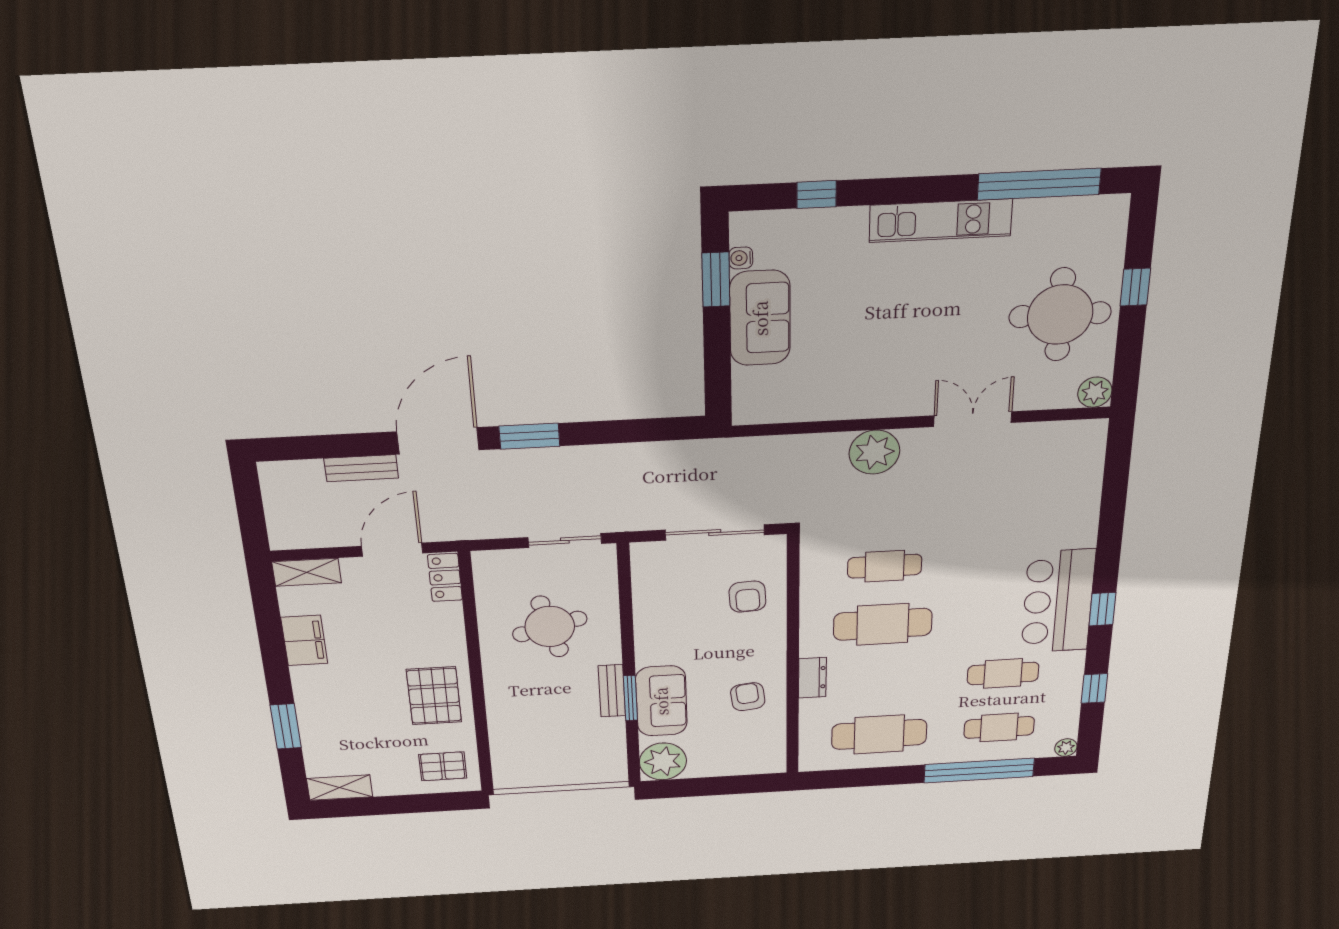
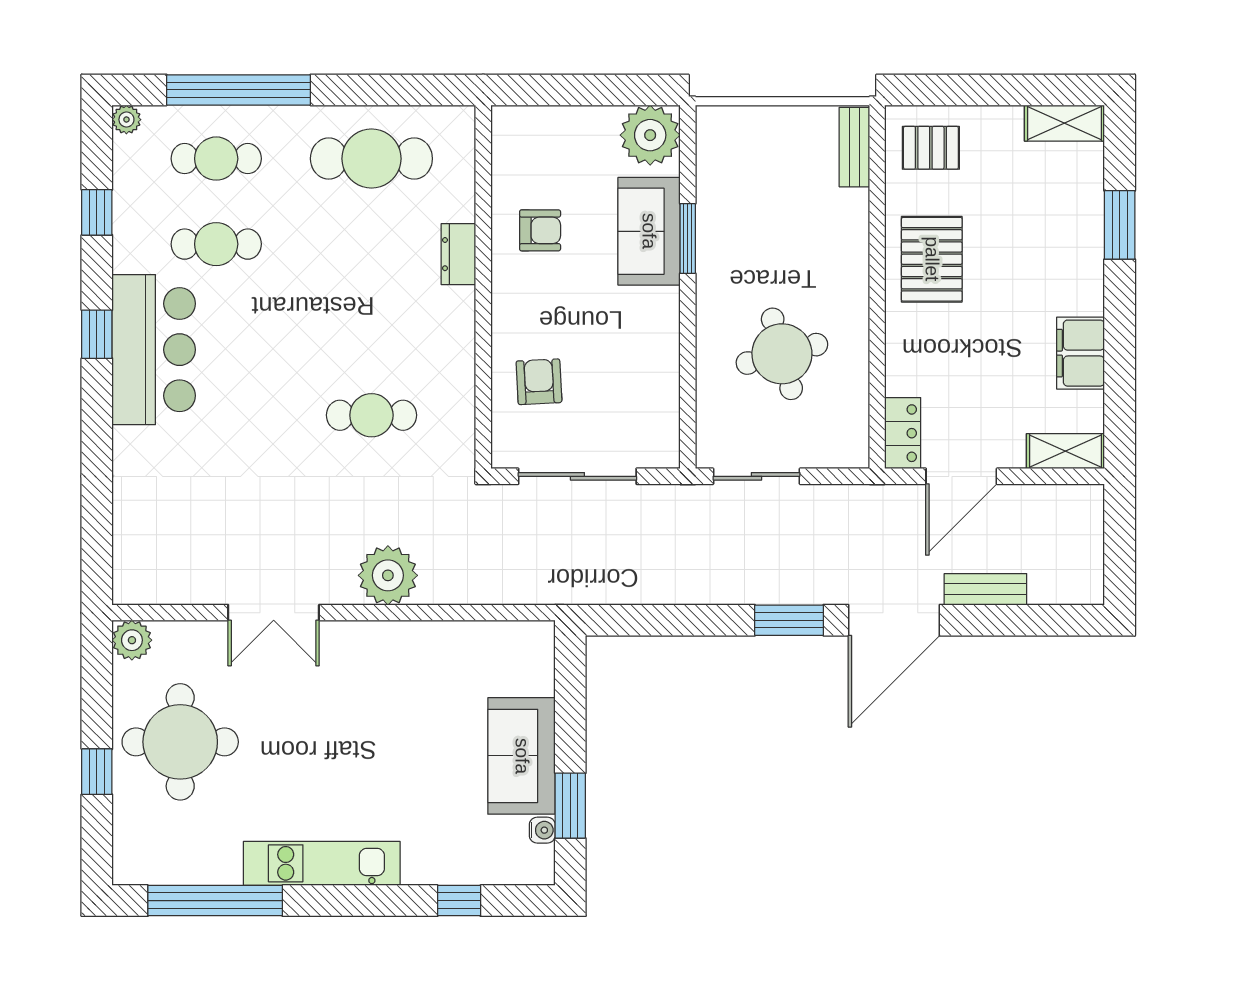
cafe table: (883, 624) -> (371, 330), removed
bench: (612, 691) -> (854, 147), moved
armchair: (748, 697) -> (540, 230), turned -83

